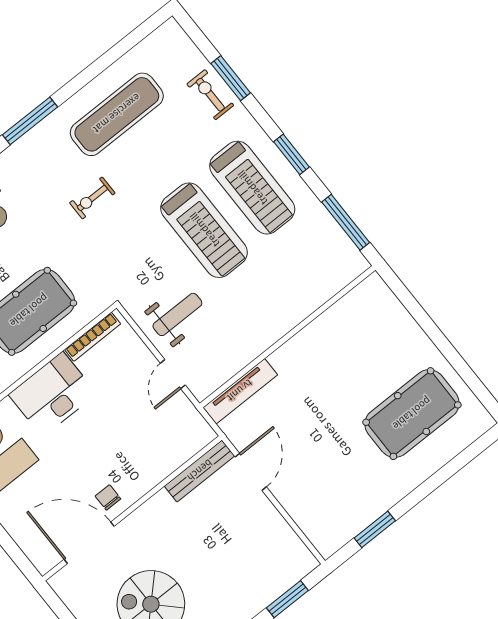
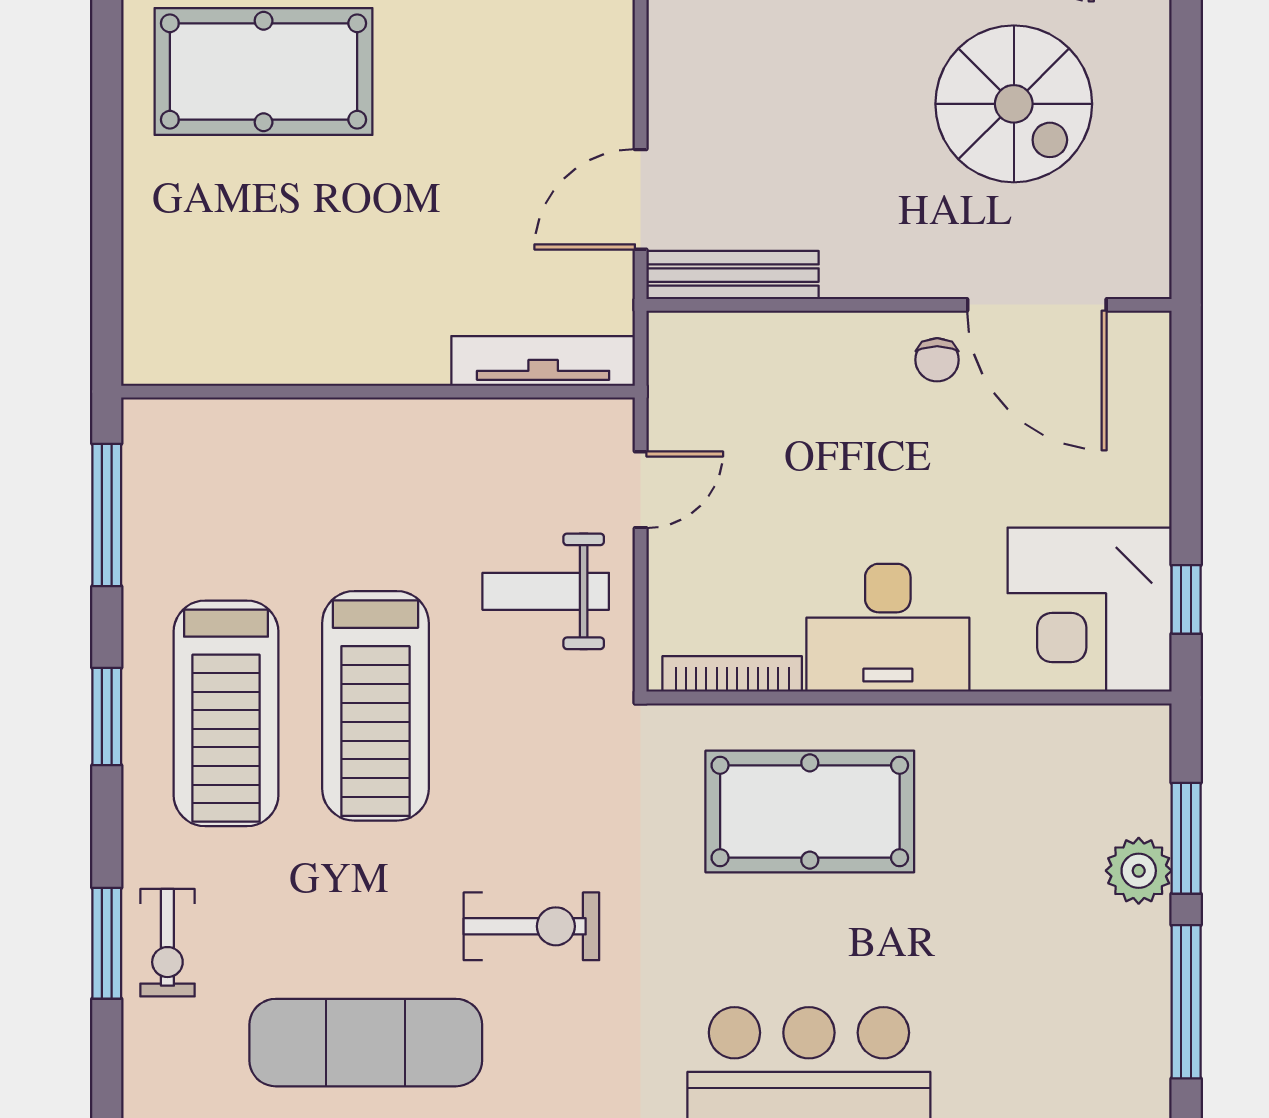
treadmill: (252, 188) -> (226, 713), turned 180
exercise bike: (92, 198) -> (531, 926), width x1.38, depth x1.39
treadmill: (204, 230) -> (375, 706), turned 180

